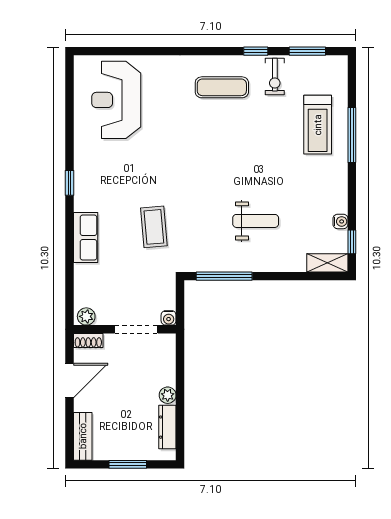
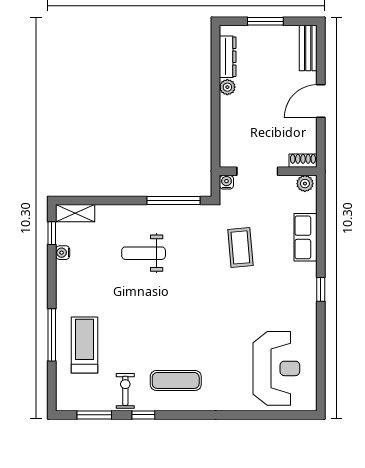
plant: (86, 316) -> (305, 184), moved
water cooler: (169, 318) -> (226, 182), moved
wall: (125, 329) -> (268, 171), moved
doorway: (136, 329) -> (257, 171), moved
shoe rack: (88, 341) -> (303, 161), moved

